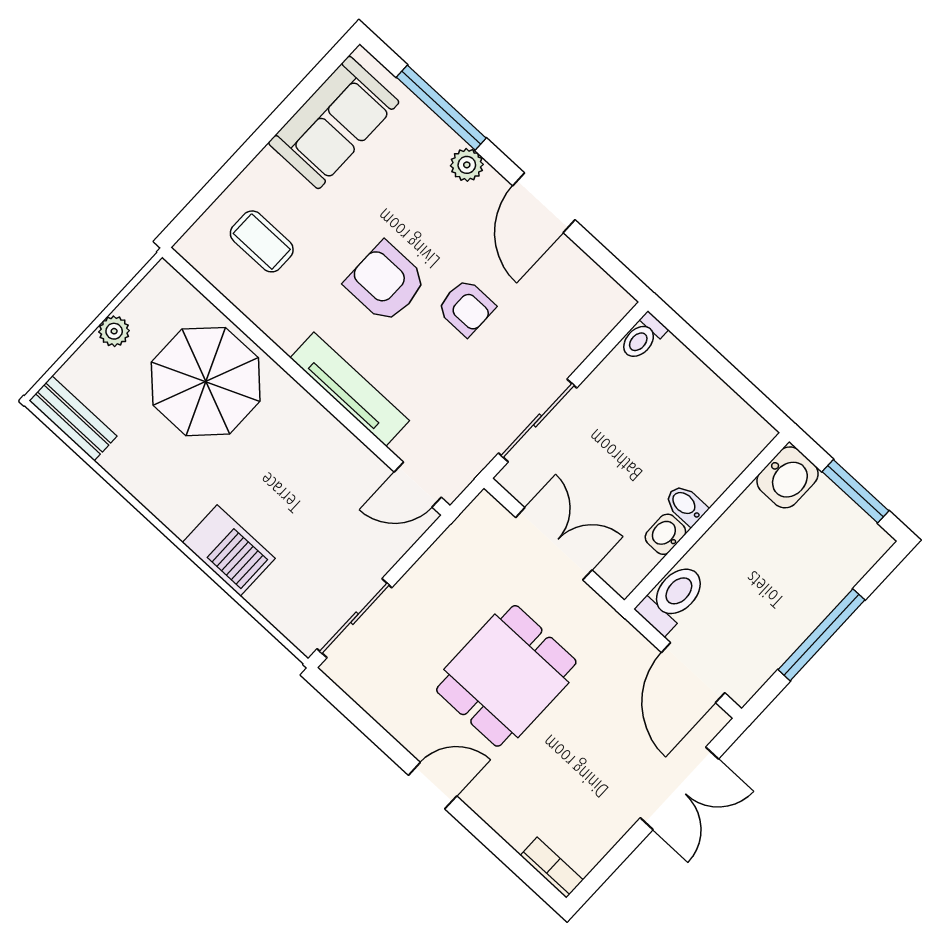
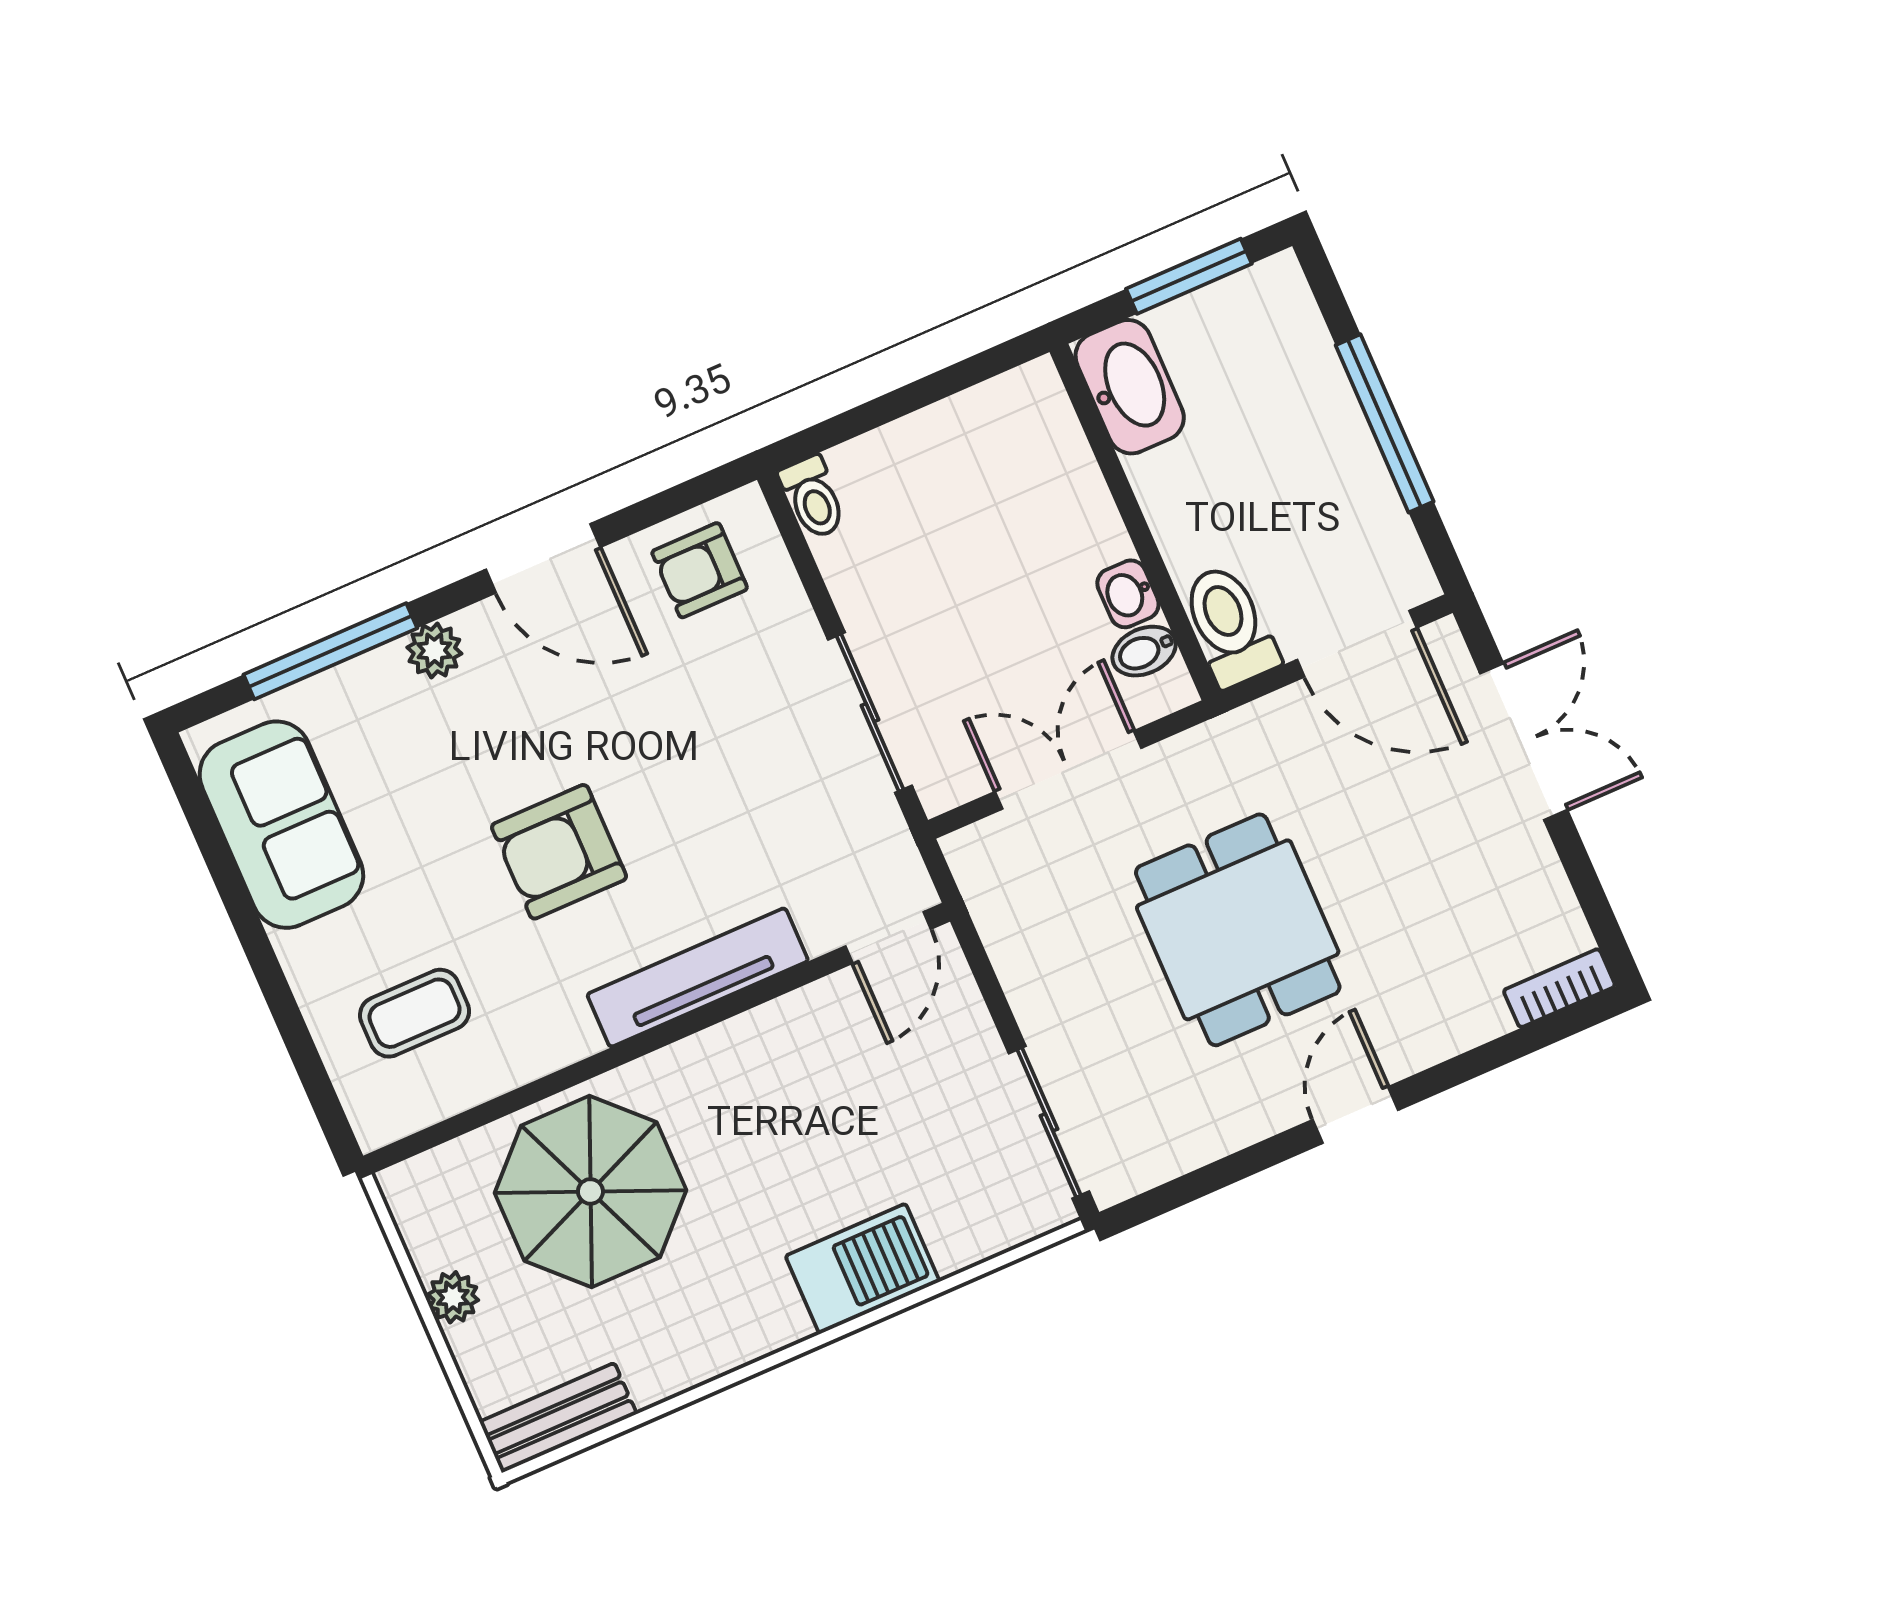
armchair: (466, 307) -> (700, 570), moved, turned 180
washbasin: (787, 477) -> (1130, 387), width x1.38
bidet: (686, 505) -> (1144, 651), moved

